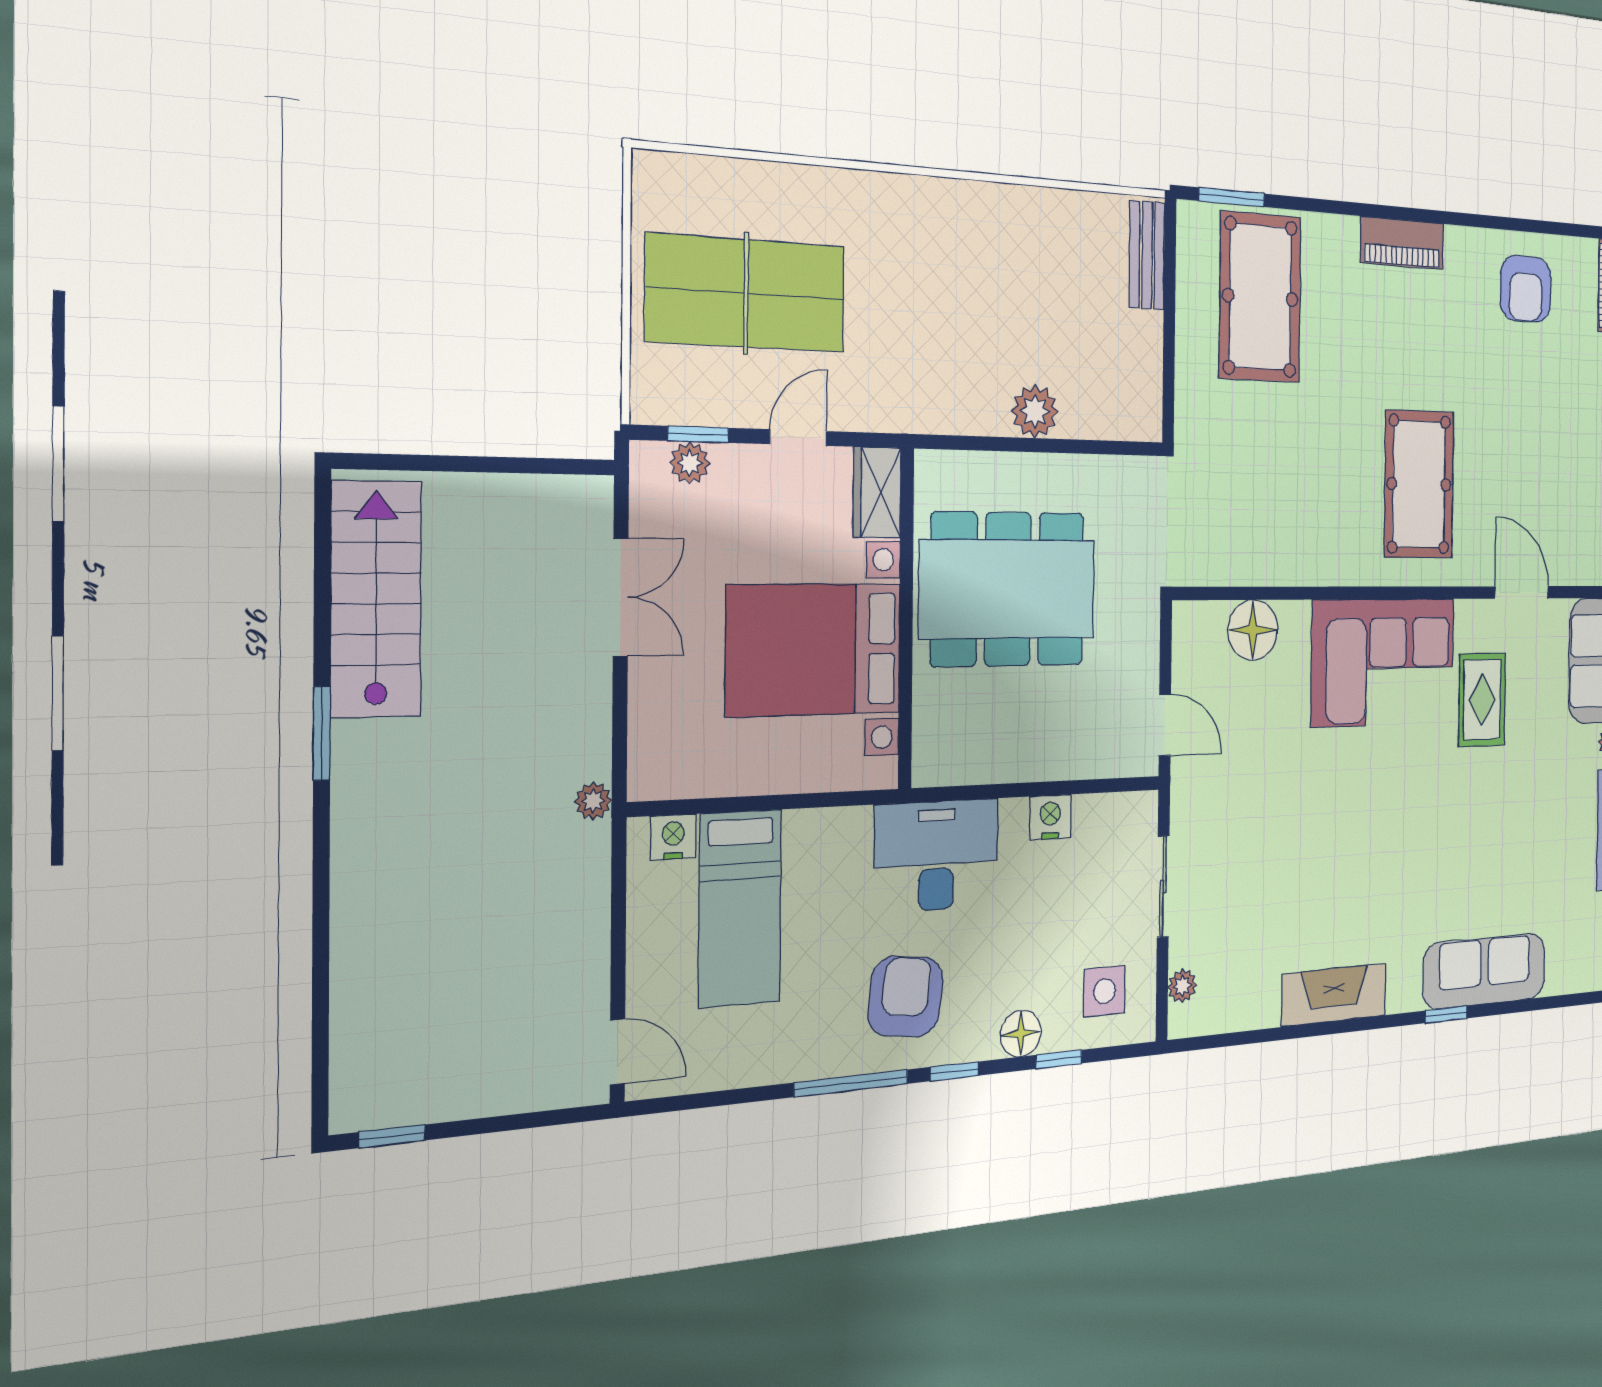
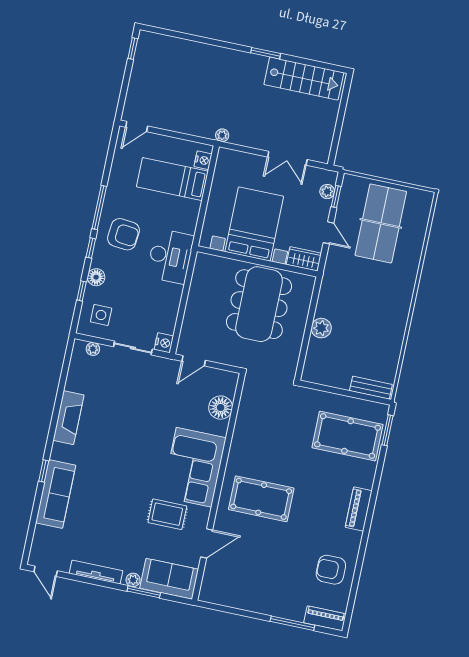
nightstand: (1050, 817) -> (164, 343), moved

